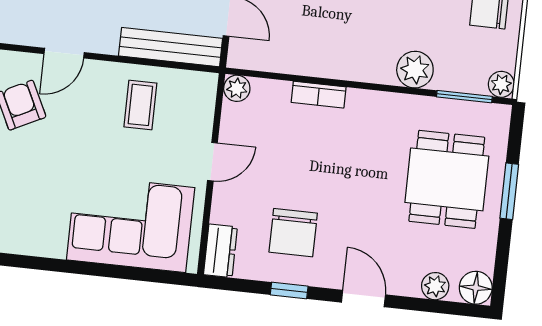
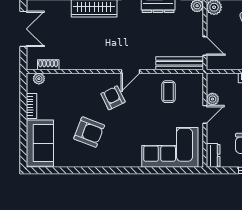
plant: (237, 88) -> (212, 99), moved

